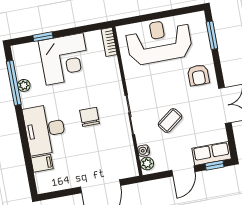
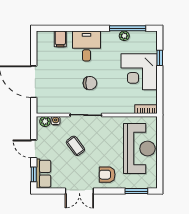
desk: (45, 130) -> (86, 46), width x0.73

